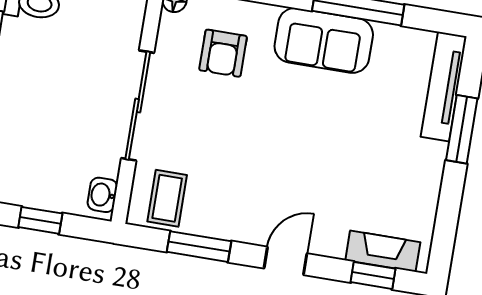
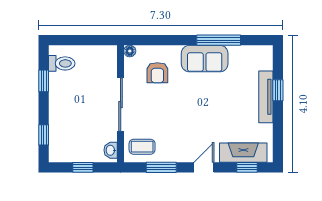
tv unit: (444, 86) -> (266, 97), moved
window: (462, 129) -> (278, 90), width x0.67
coffee table: (167, 198) -> (142, 147), turned 90
fireplace: (383, 251) -> (243, 153), width x1.37, depth x1.32

